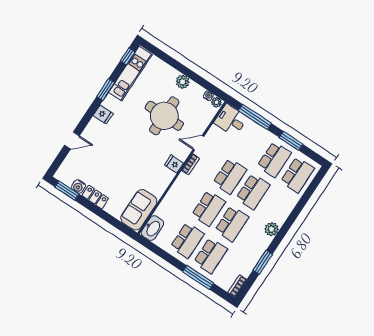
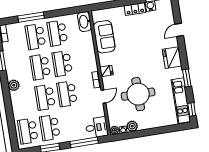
plant: (183, 82) -> (132, 126), moved
fridge: (103, 114) -> (172, 58), width x1.88, depth x1.34
sofa: (139, 210) -> (104, 37), moved

